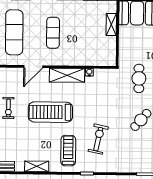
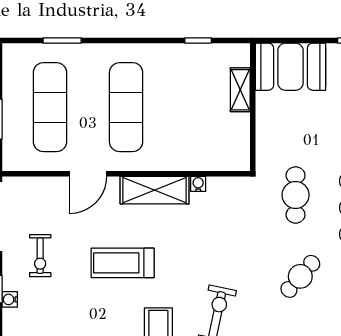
exercise mat: (53, 33) -> (126, 107), width x1.36, depth x1.45
treadmill: (50, 112) -> (123, 263), width x0.73, depth x0.73

